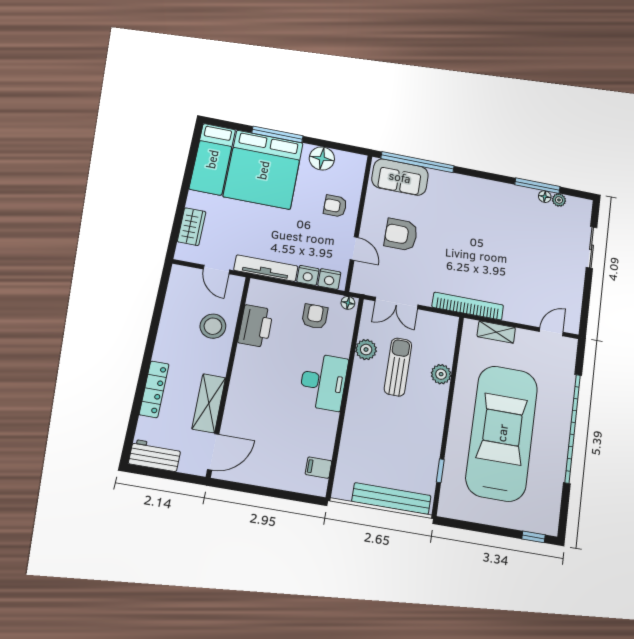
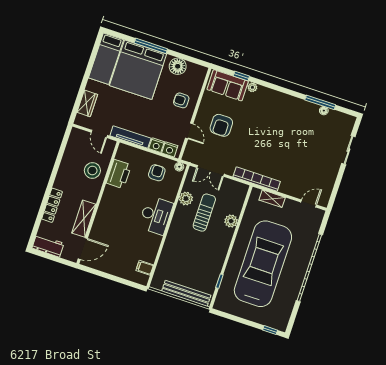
window: (418, 162) -> (241, 76), width x0.32
plant: (559, 200) -> (252, 87), moved
armchair: (401, 235) -> (221, 125), turned -90

